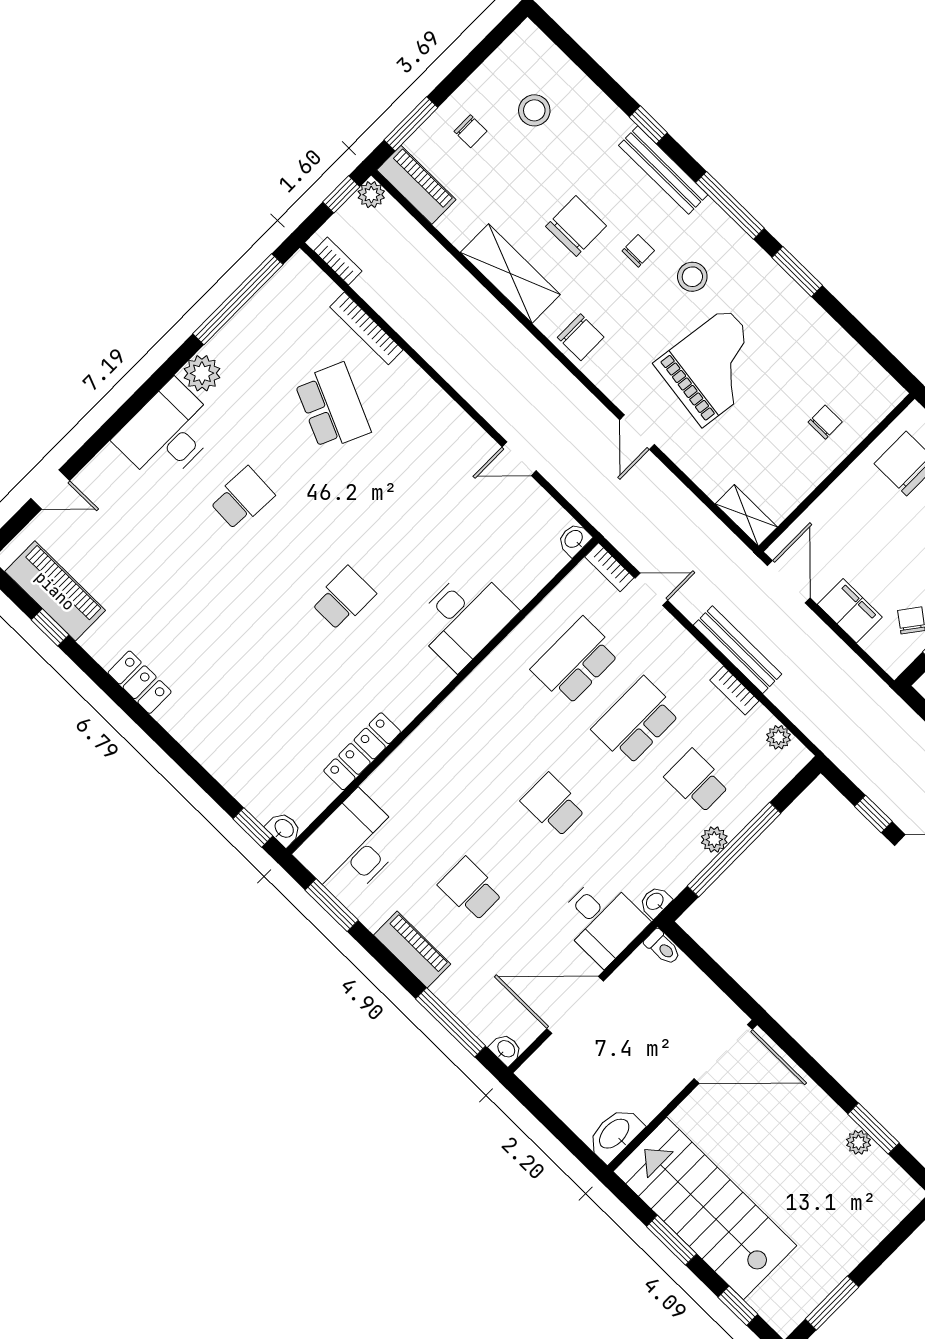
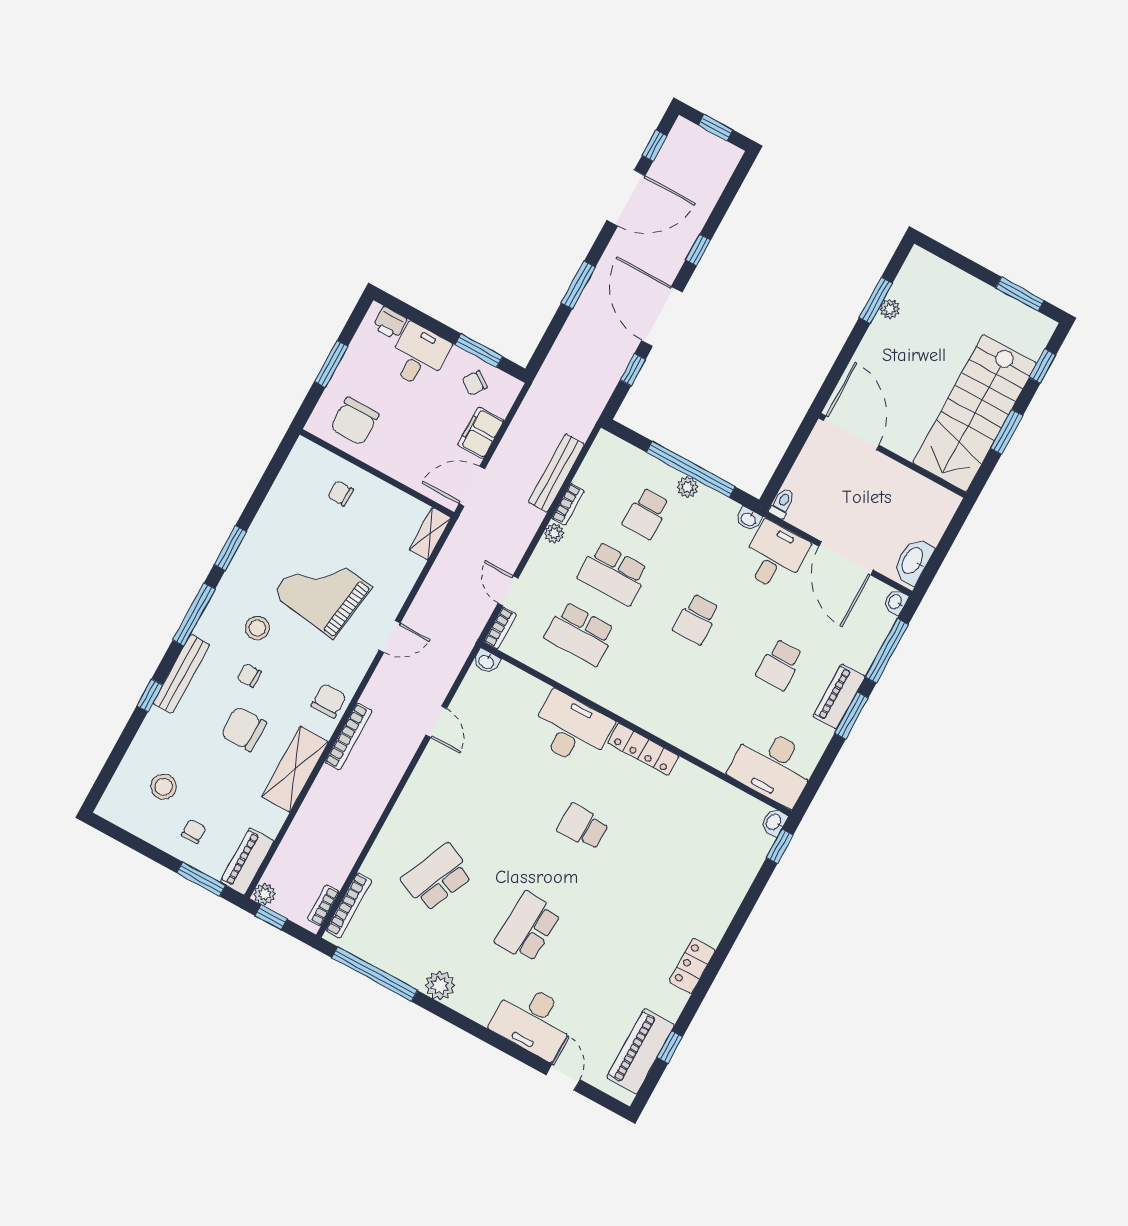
bookcase: (366, 328) -> (349, 905), moved
bookcase: (531, 349) -> (348, 737), added
desk: (168, 433) -> (533, 1021), moved
school desk: (242, 498) -> (528, 927), width x1.85
bench: (738, 650) -> (556, 473), moved
plant: (779, 737) -> (554, 533), moved
locker: (362, 751) -> (643, 749), moved
window: (332, 905) -> (851, 716), moved
washbasin: (615, 1134) -> (913, 561), moved, turned 90

